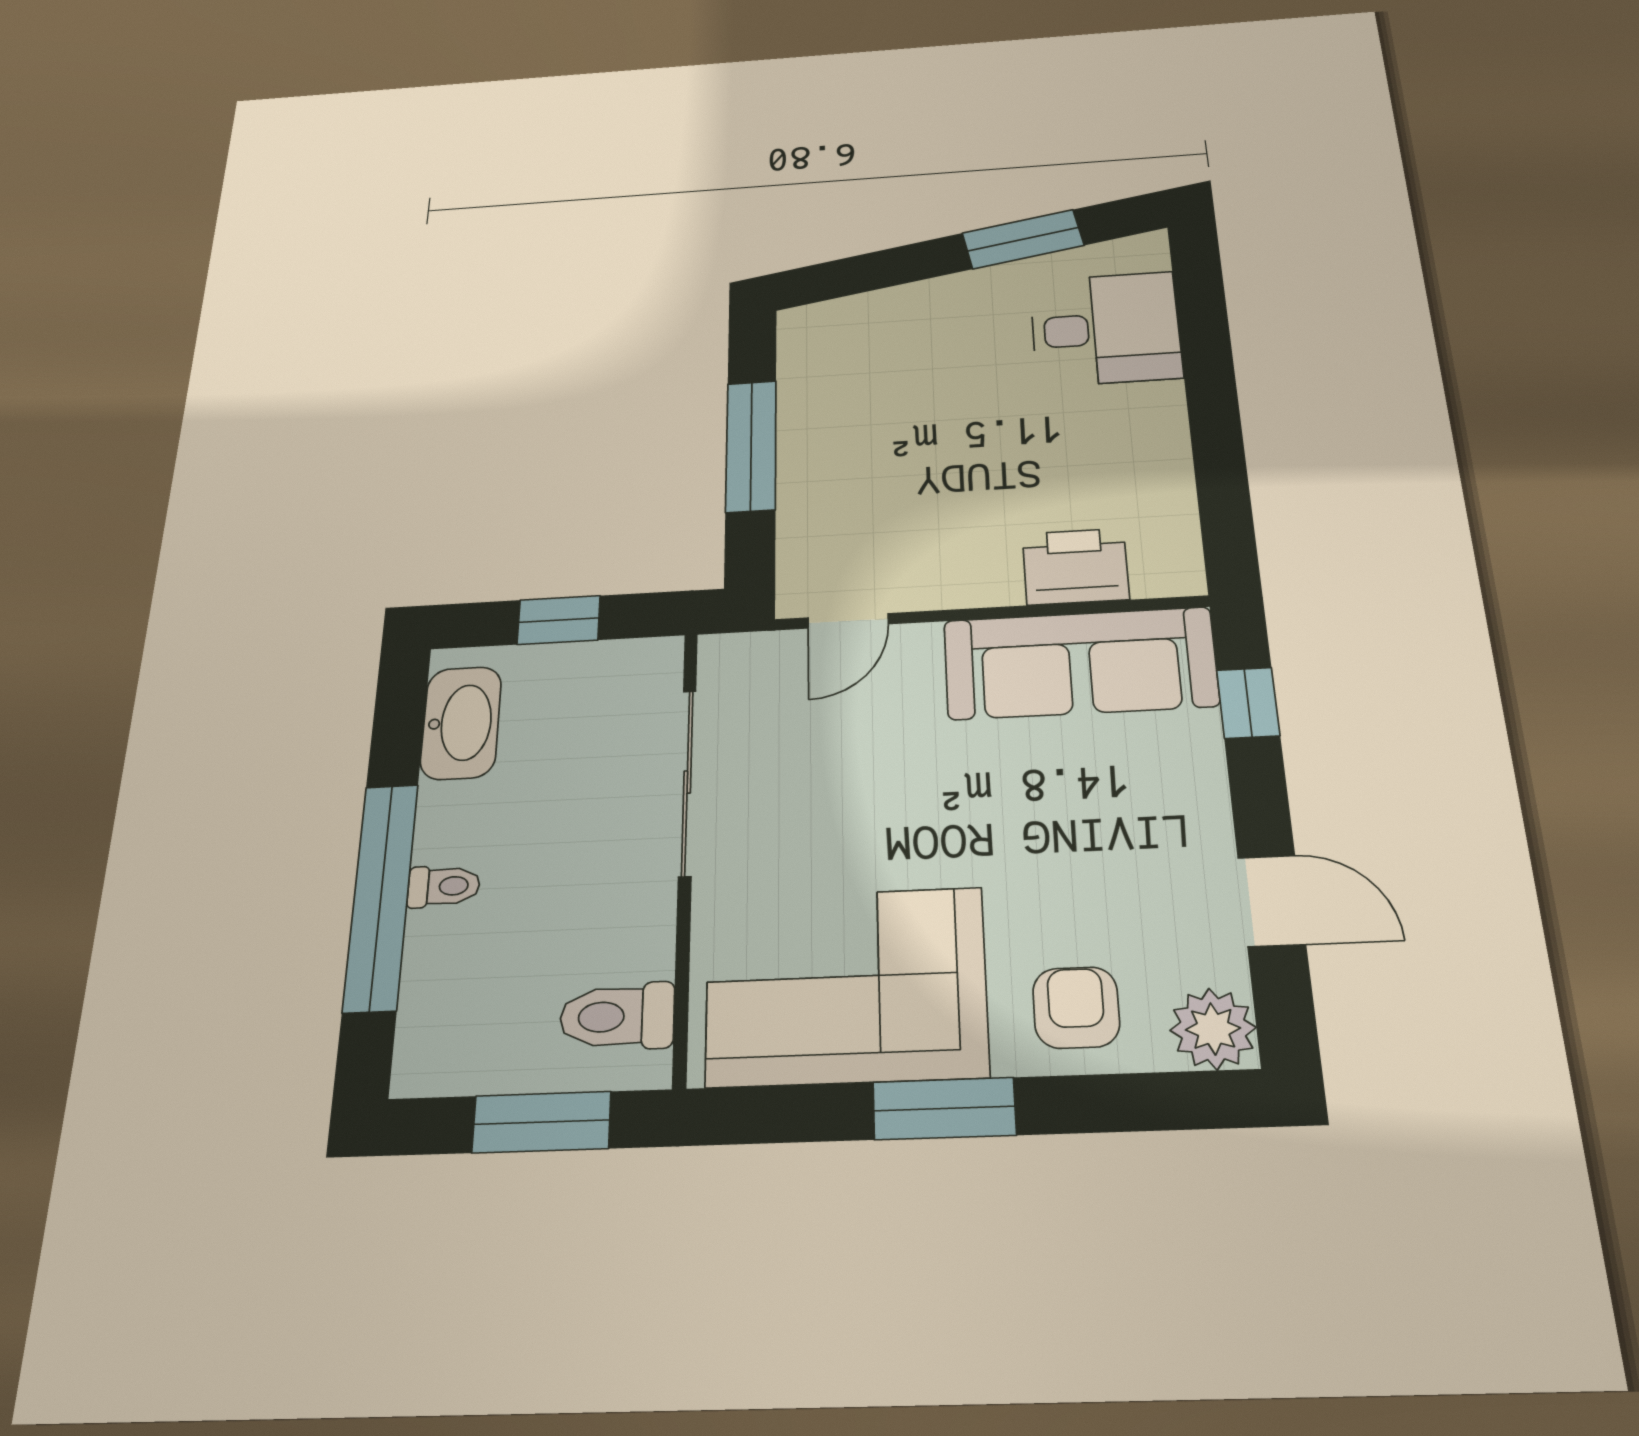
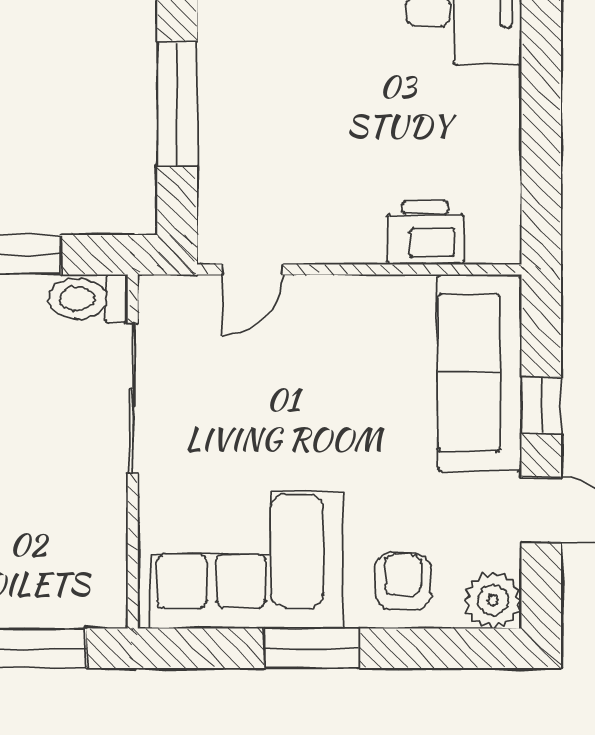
sofa: (1080, 663) -> (480, 373), moved, turned 90
window: (1248, 703) -> (541, 405), moved
toilet: (617, 1016) -> (88, 299), moved

